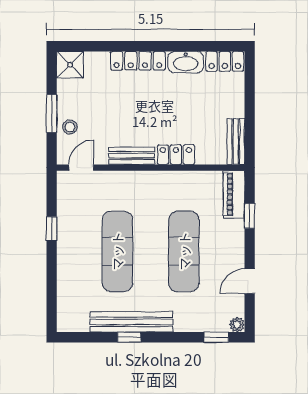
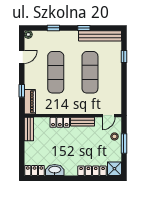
locker: (138, 61) -> (92, 171), moved
window: (52, 229) -> (124, 57), moved
bench: (131, 322) -> (100, 36), moved
window: (216, 337) -> (53, 28), moved

